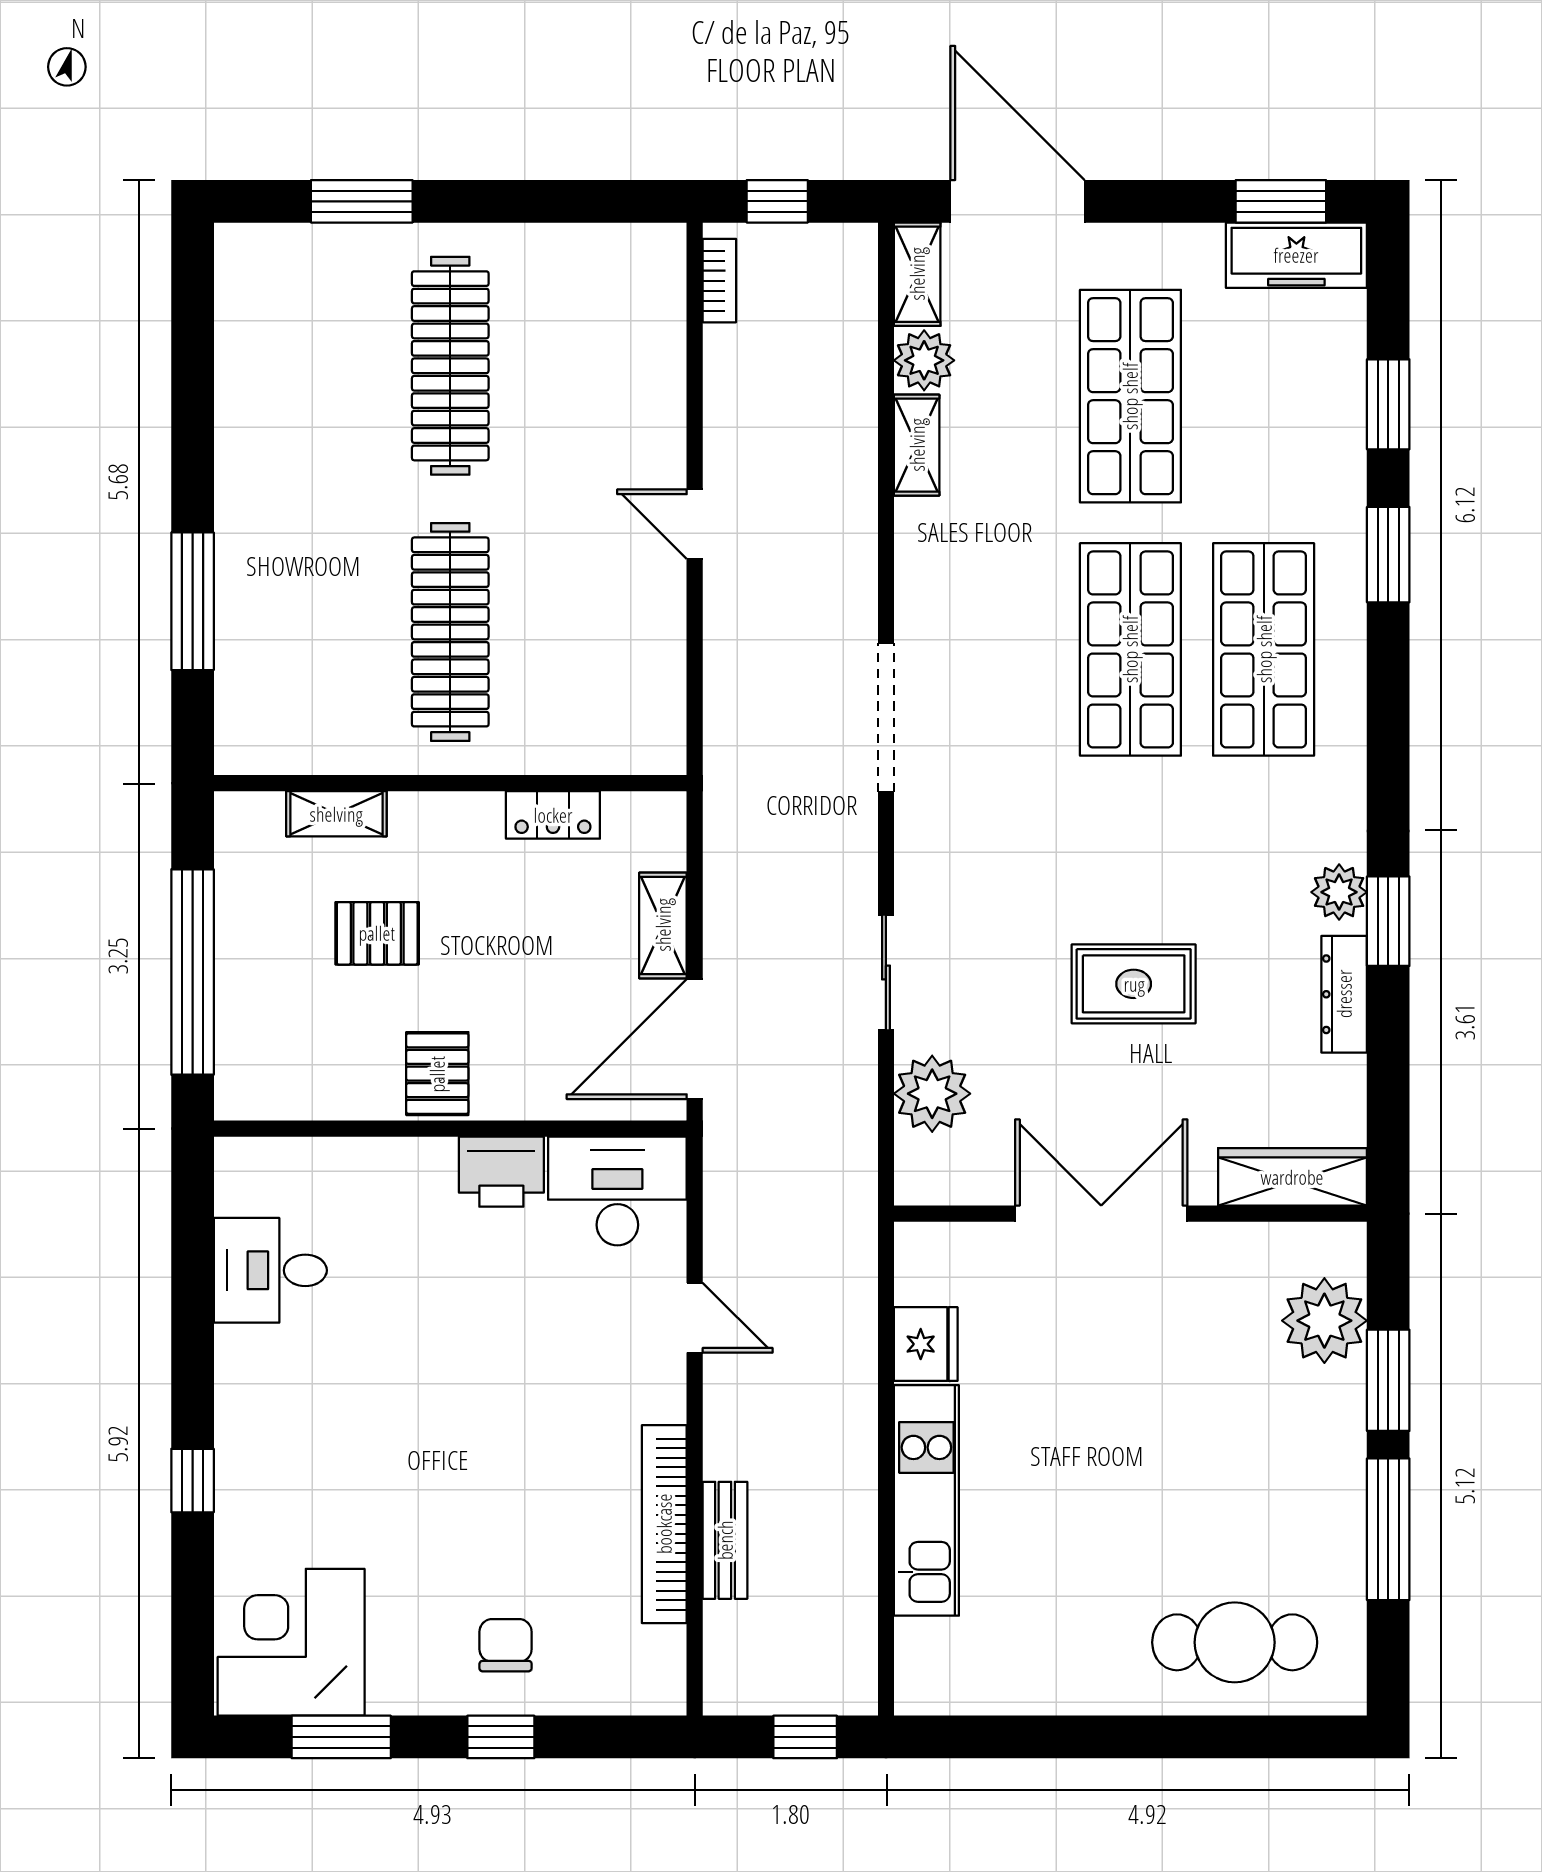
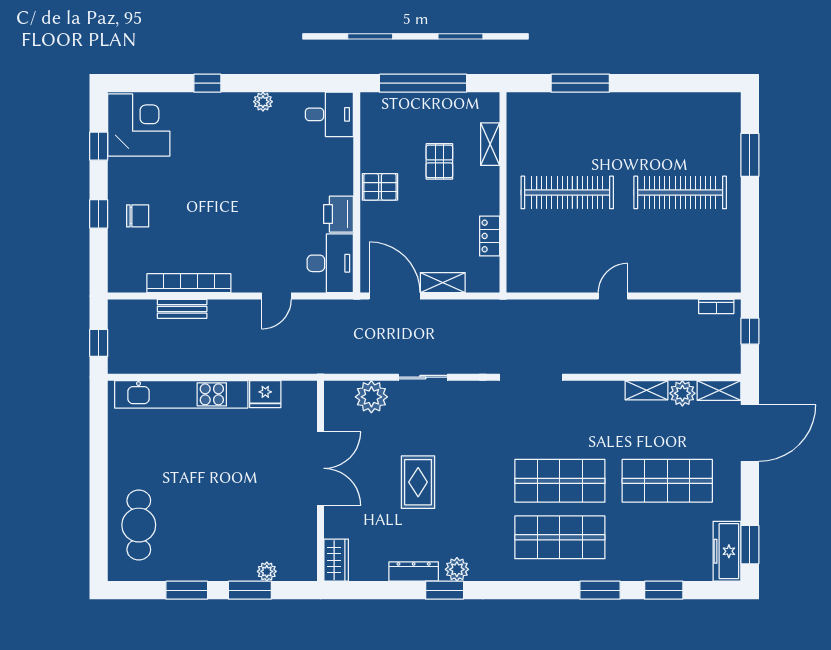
wardrobe: (1292, 1177) -> (336, 560), width x0.67
desk: (270, 1270) -> (329, 114), moved, turned 90
plant: (1324, 1321) -> (267, 571), width x0.53, depth x0.53
plant: (236, 1349) -> (263, 102), added
kitchen unit: (926, 1500) -> (181, 394), width x1.36
window: (1388, 1529) -> (187, 590), width x0.69
window: (341, 1737) -> (99, 146), width x0.67

